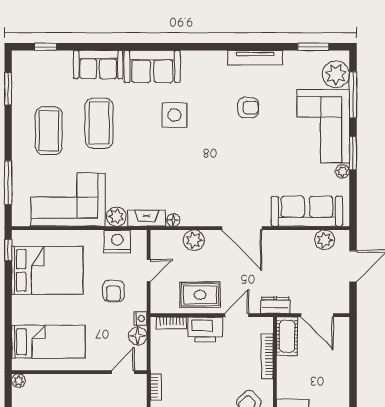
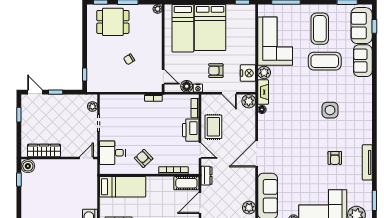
sofa: (152, 66) -> (362, 26), moved
coffee table: (49, 131) -> (320, 29), turned 90
plant: (194, 240) -> (249, 101), moved
bed: (47, 270) -> (210, 28), moved

